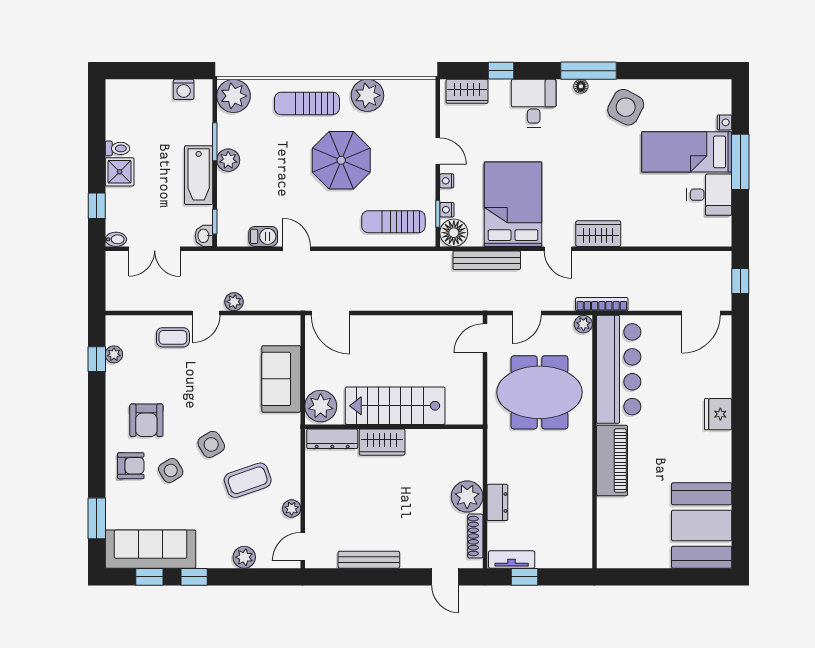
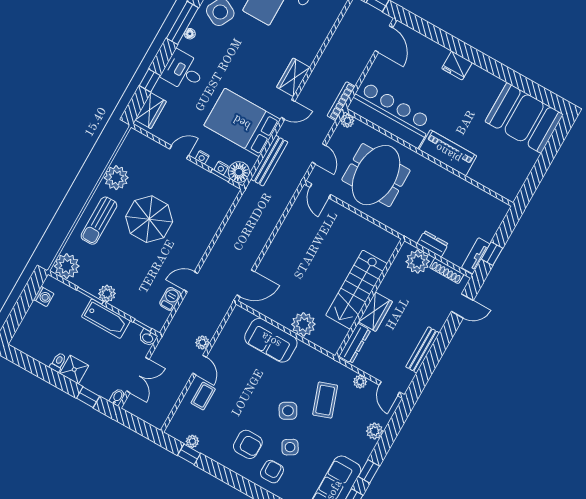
sun lounger: (393, 222) -> (209, 208), removed
stairs: (395, 406) -> (356, 290), moved
wall: (394, 427) -> (370, 298), moved
dresser: (332, 439) -> (355, 343), moved
wardrobe: (382, 442) -> (375, 312), moved

